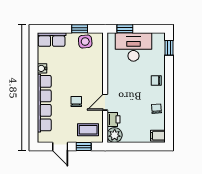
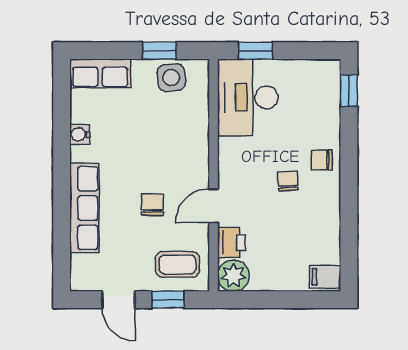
desk: (133, 47) -> (248, 97), moved, turned -90
row of seats: (44, 103) -> (84, 208), width x0.73
chair: (156, 109) -> (288, 181), moved

